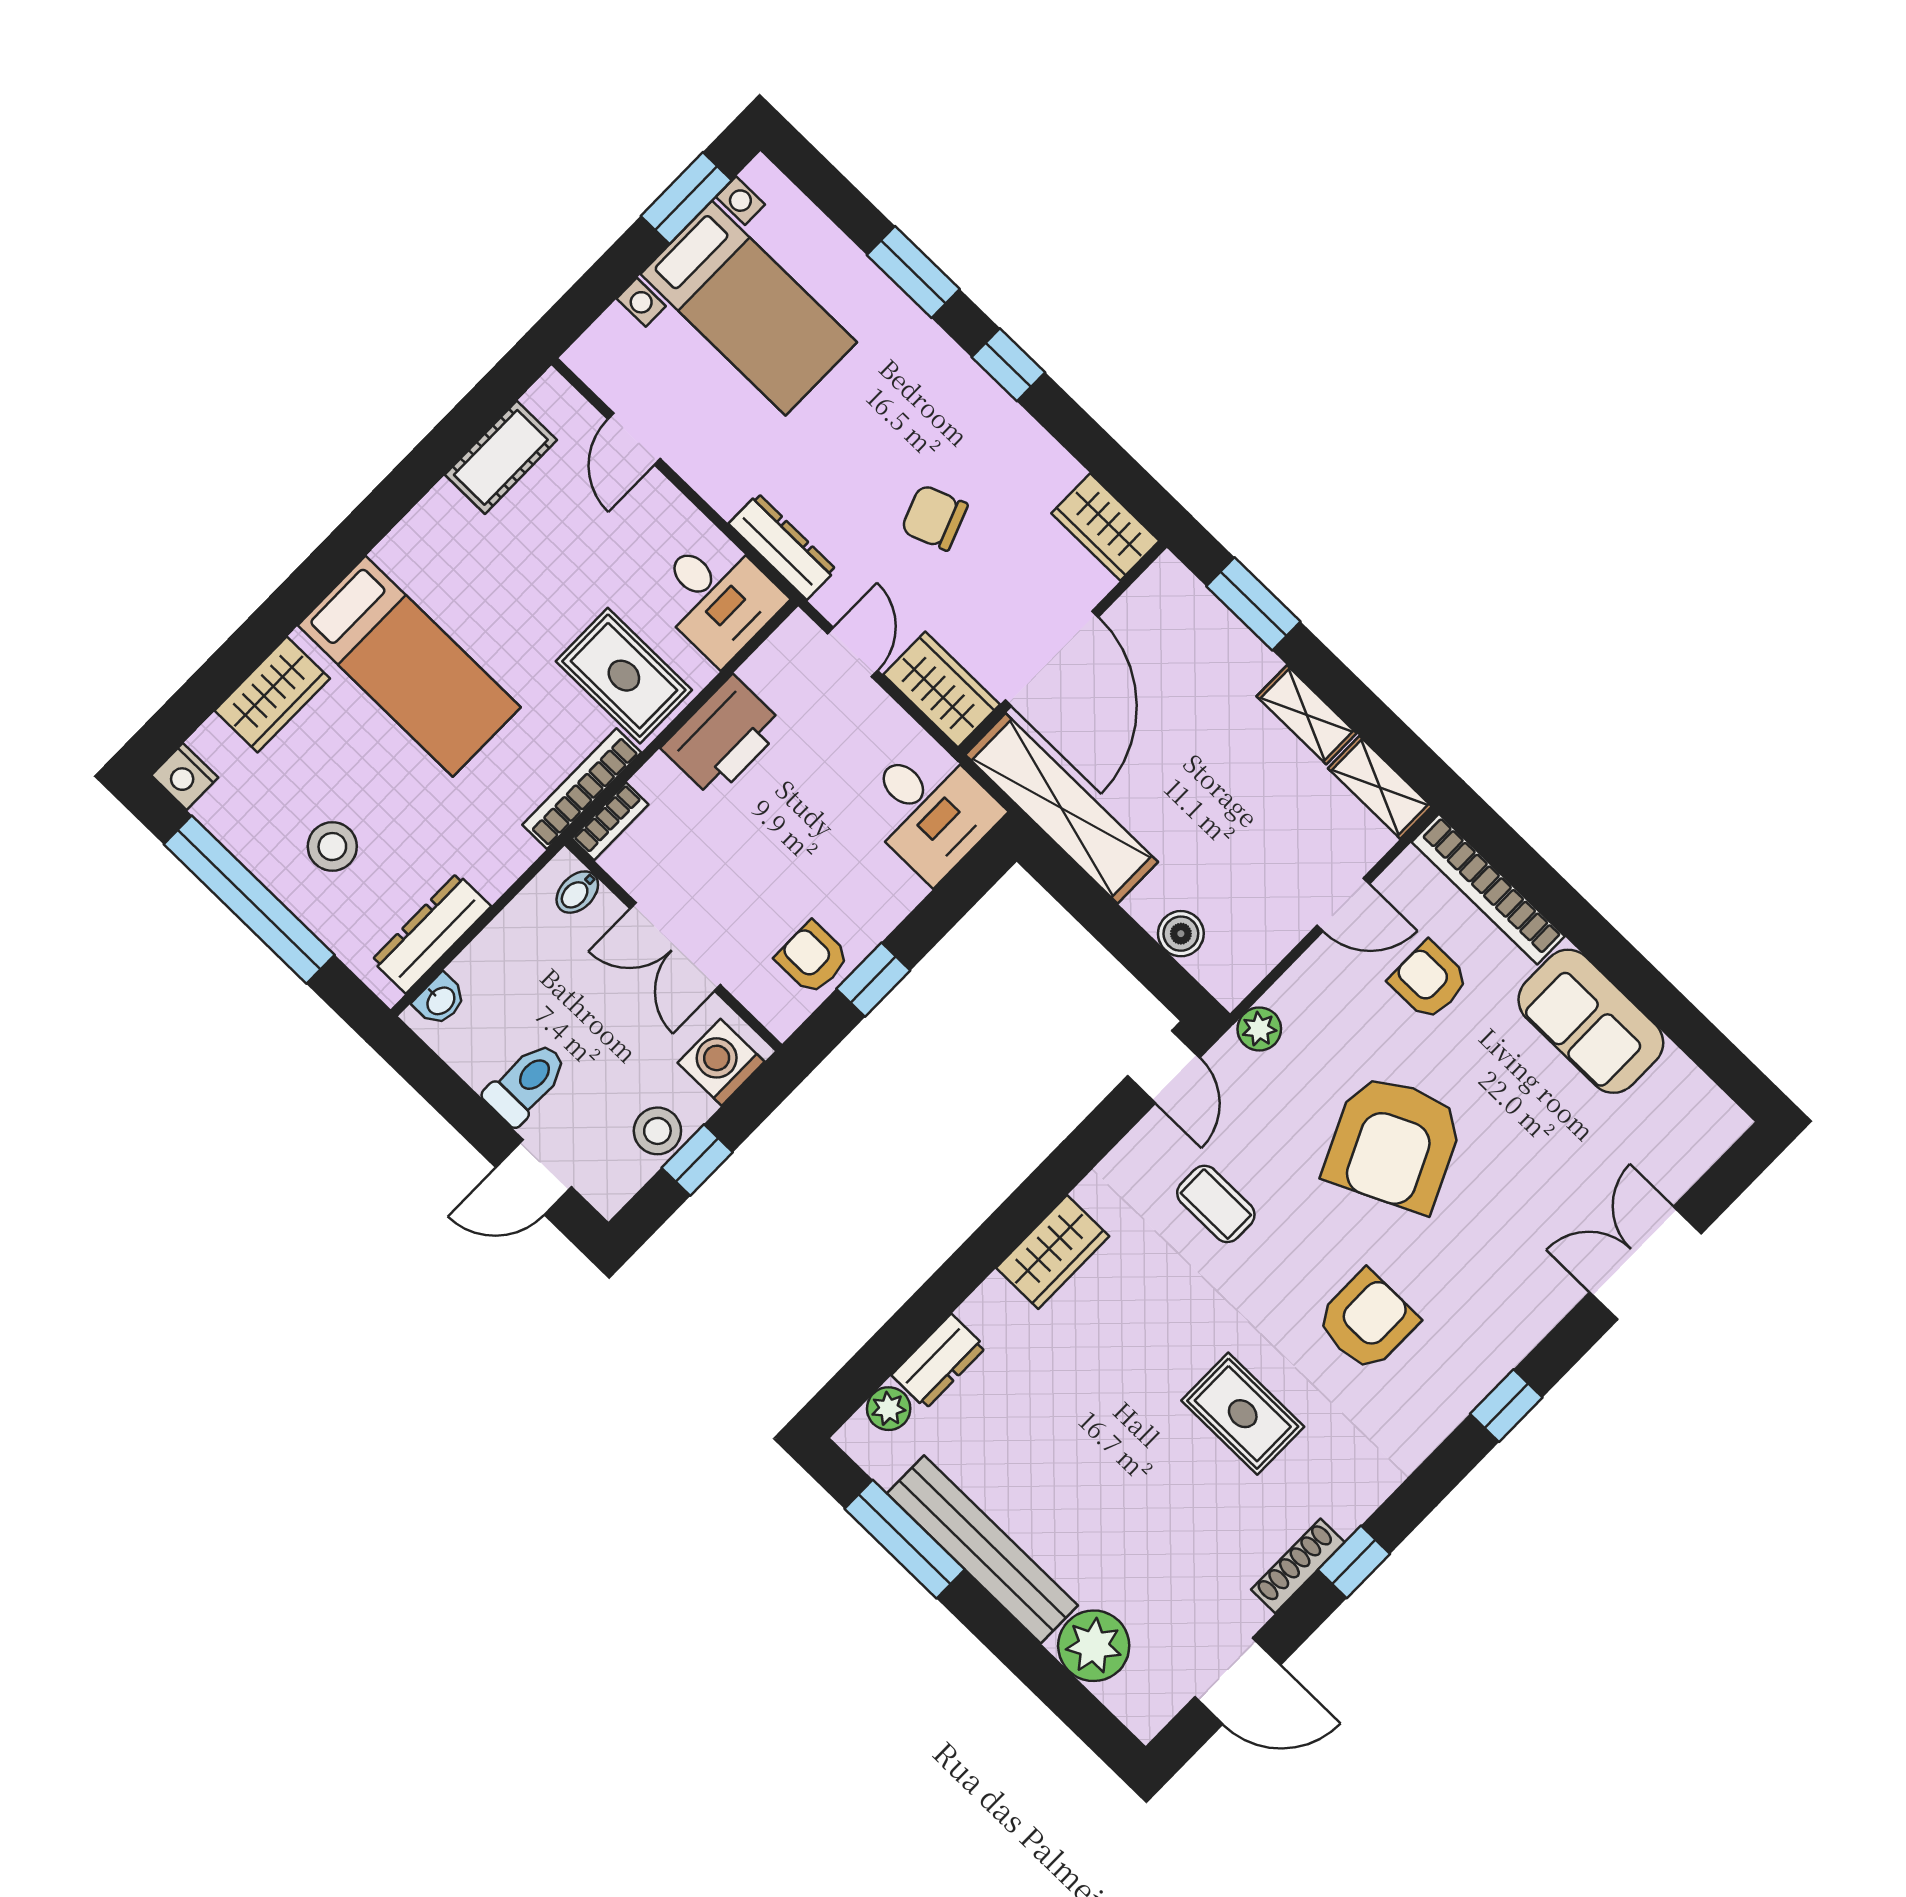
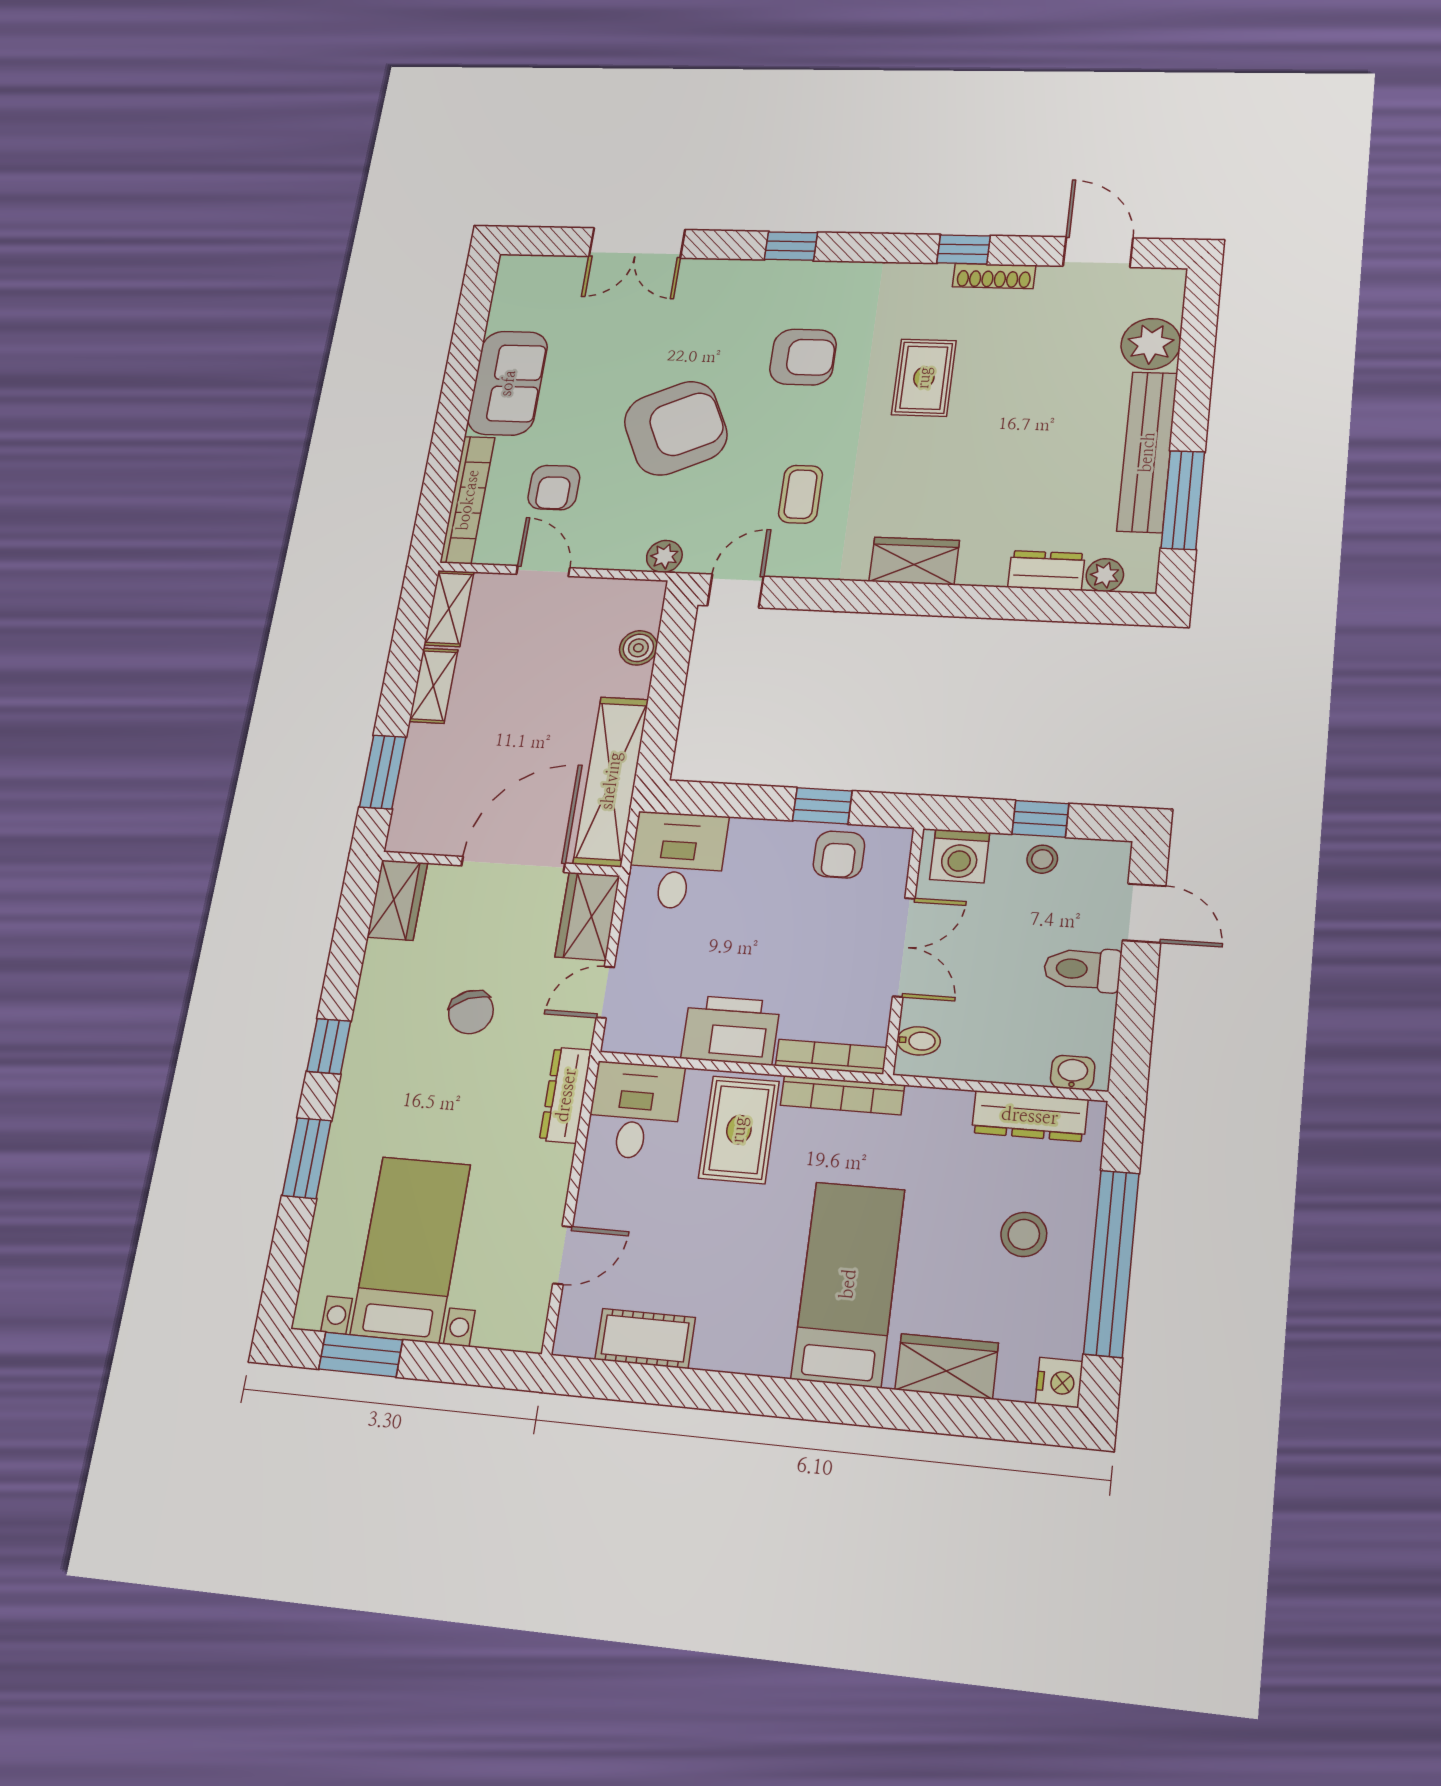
bookcase: (610, 821) -> (831, 1057), width x1.56
stool: (657, 1131) -> (1042, 859), width x0.73, depth x0.73
armchair: (1367, 1321) -> (803, 357), turned 180

